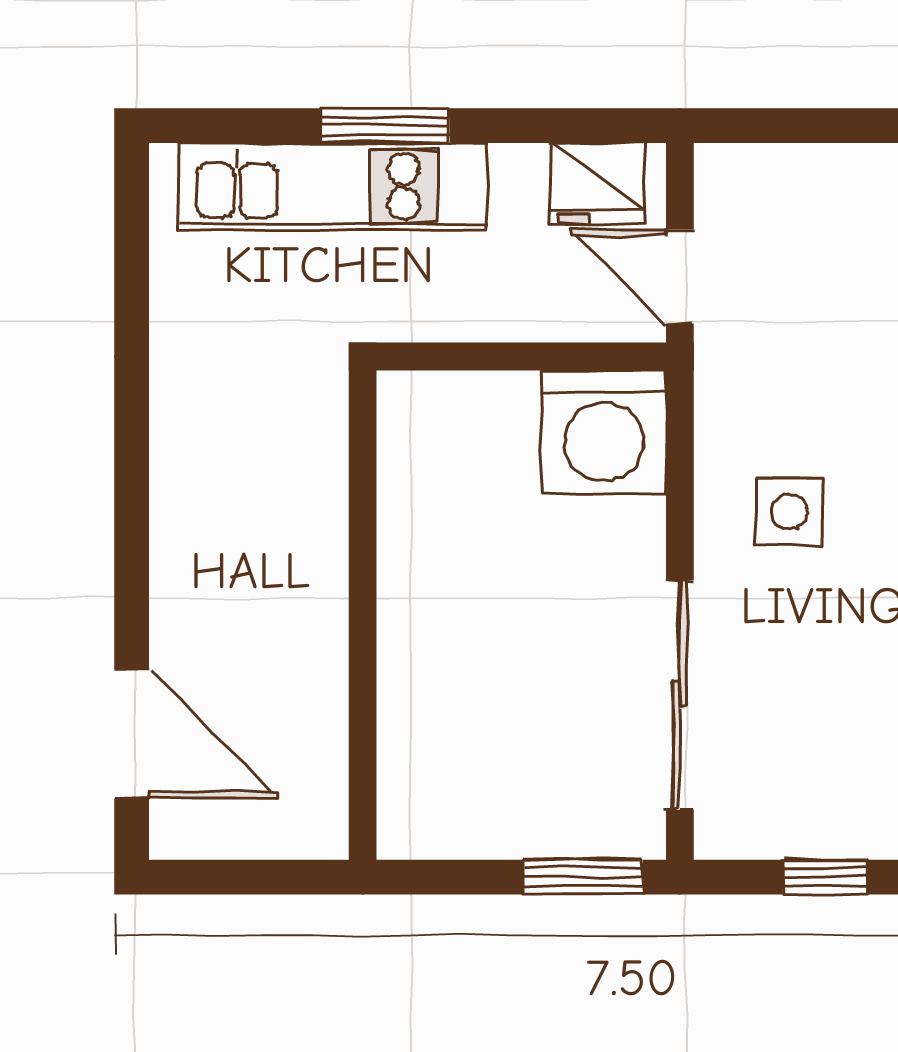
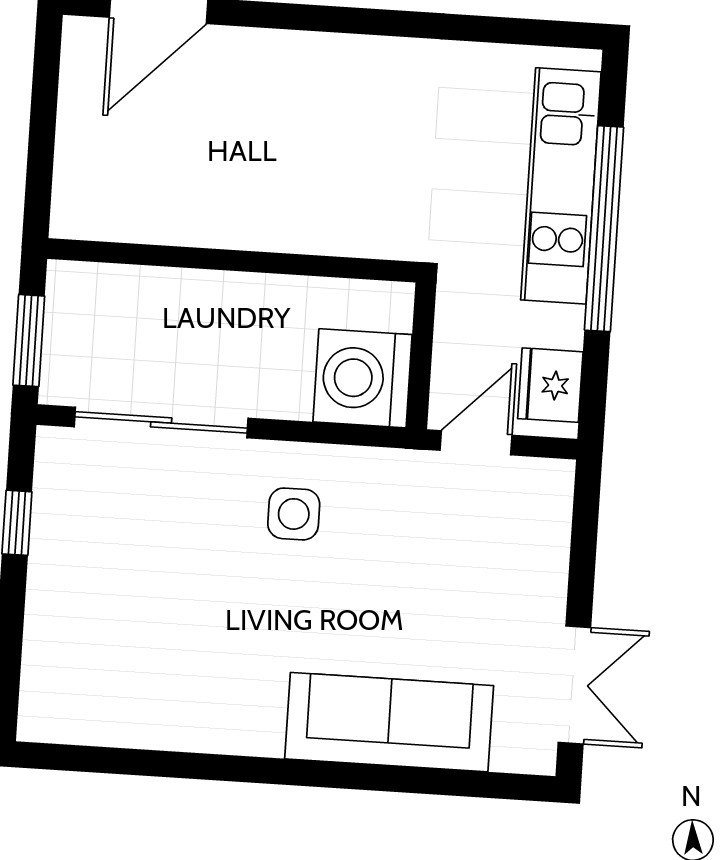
window: (385, 126) -> (604, 229), width x2.11
wall: (363, 615) -> (232, 260), moved

